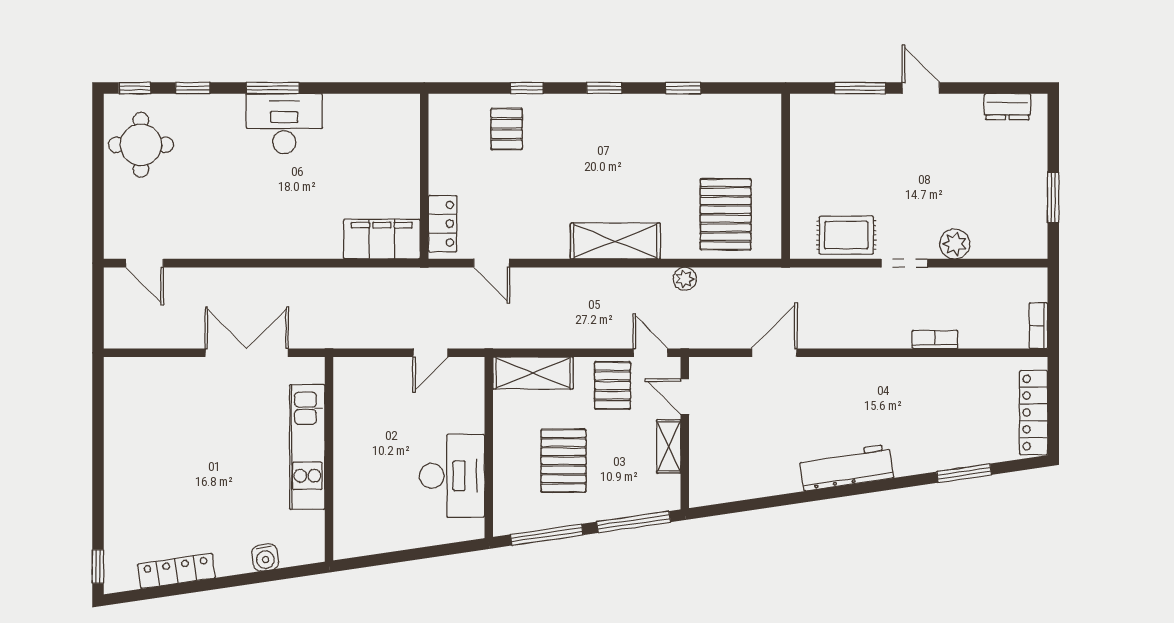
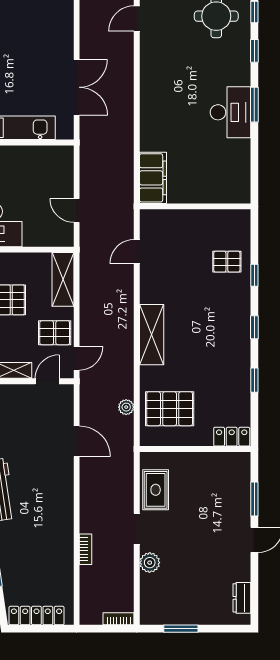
locker: (443, 224) -> (232, 437), moved, turned 180
plant: (685, 279) -> (126, 407), moved
bookcase: (1038, 326) -> (119, 619), moved

